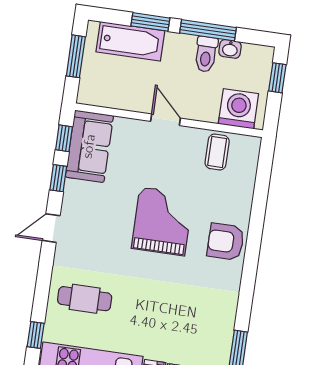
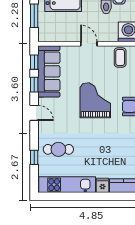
sofa: (89, 146) -> (49, 71), width x1.36
door: (51, 228) -> (34, 113), swing flipped
window: (36, 335) -> (34, 157), moved

